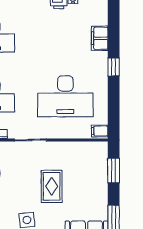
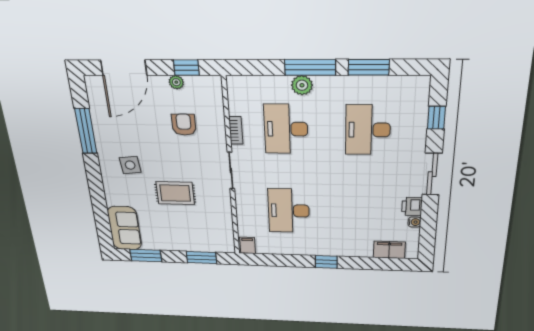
filing cabinet: (100, 38) -> (389, 250), moved
desk: (65, 96) -> (289, 211), width x0.73, depth x0.77

